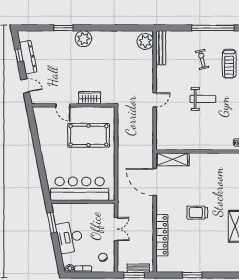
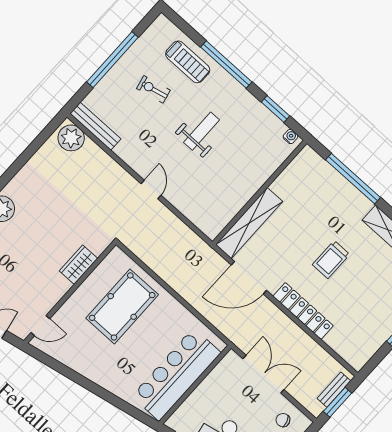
window: (213, 28) -> (112, 60), moved
door: (63, 105) -> (40, 326), moved
shelving: (172, 159) -> (249, 223), width x1.47
double door: (116, 229) -> (263, 374), width x1.37
locker: (162, 235) -> (303, 311), moved

